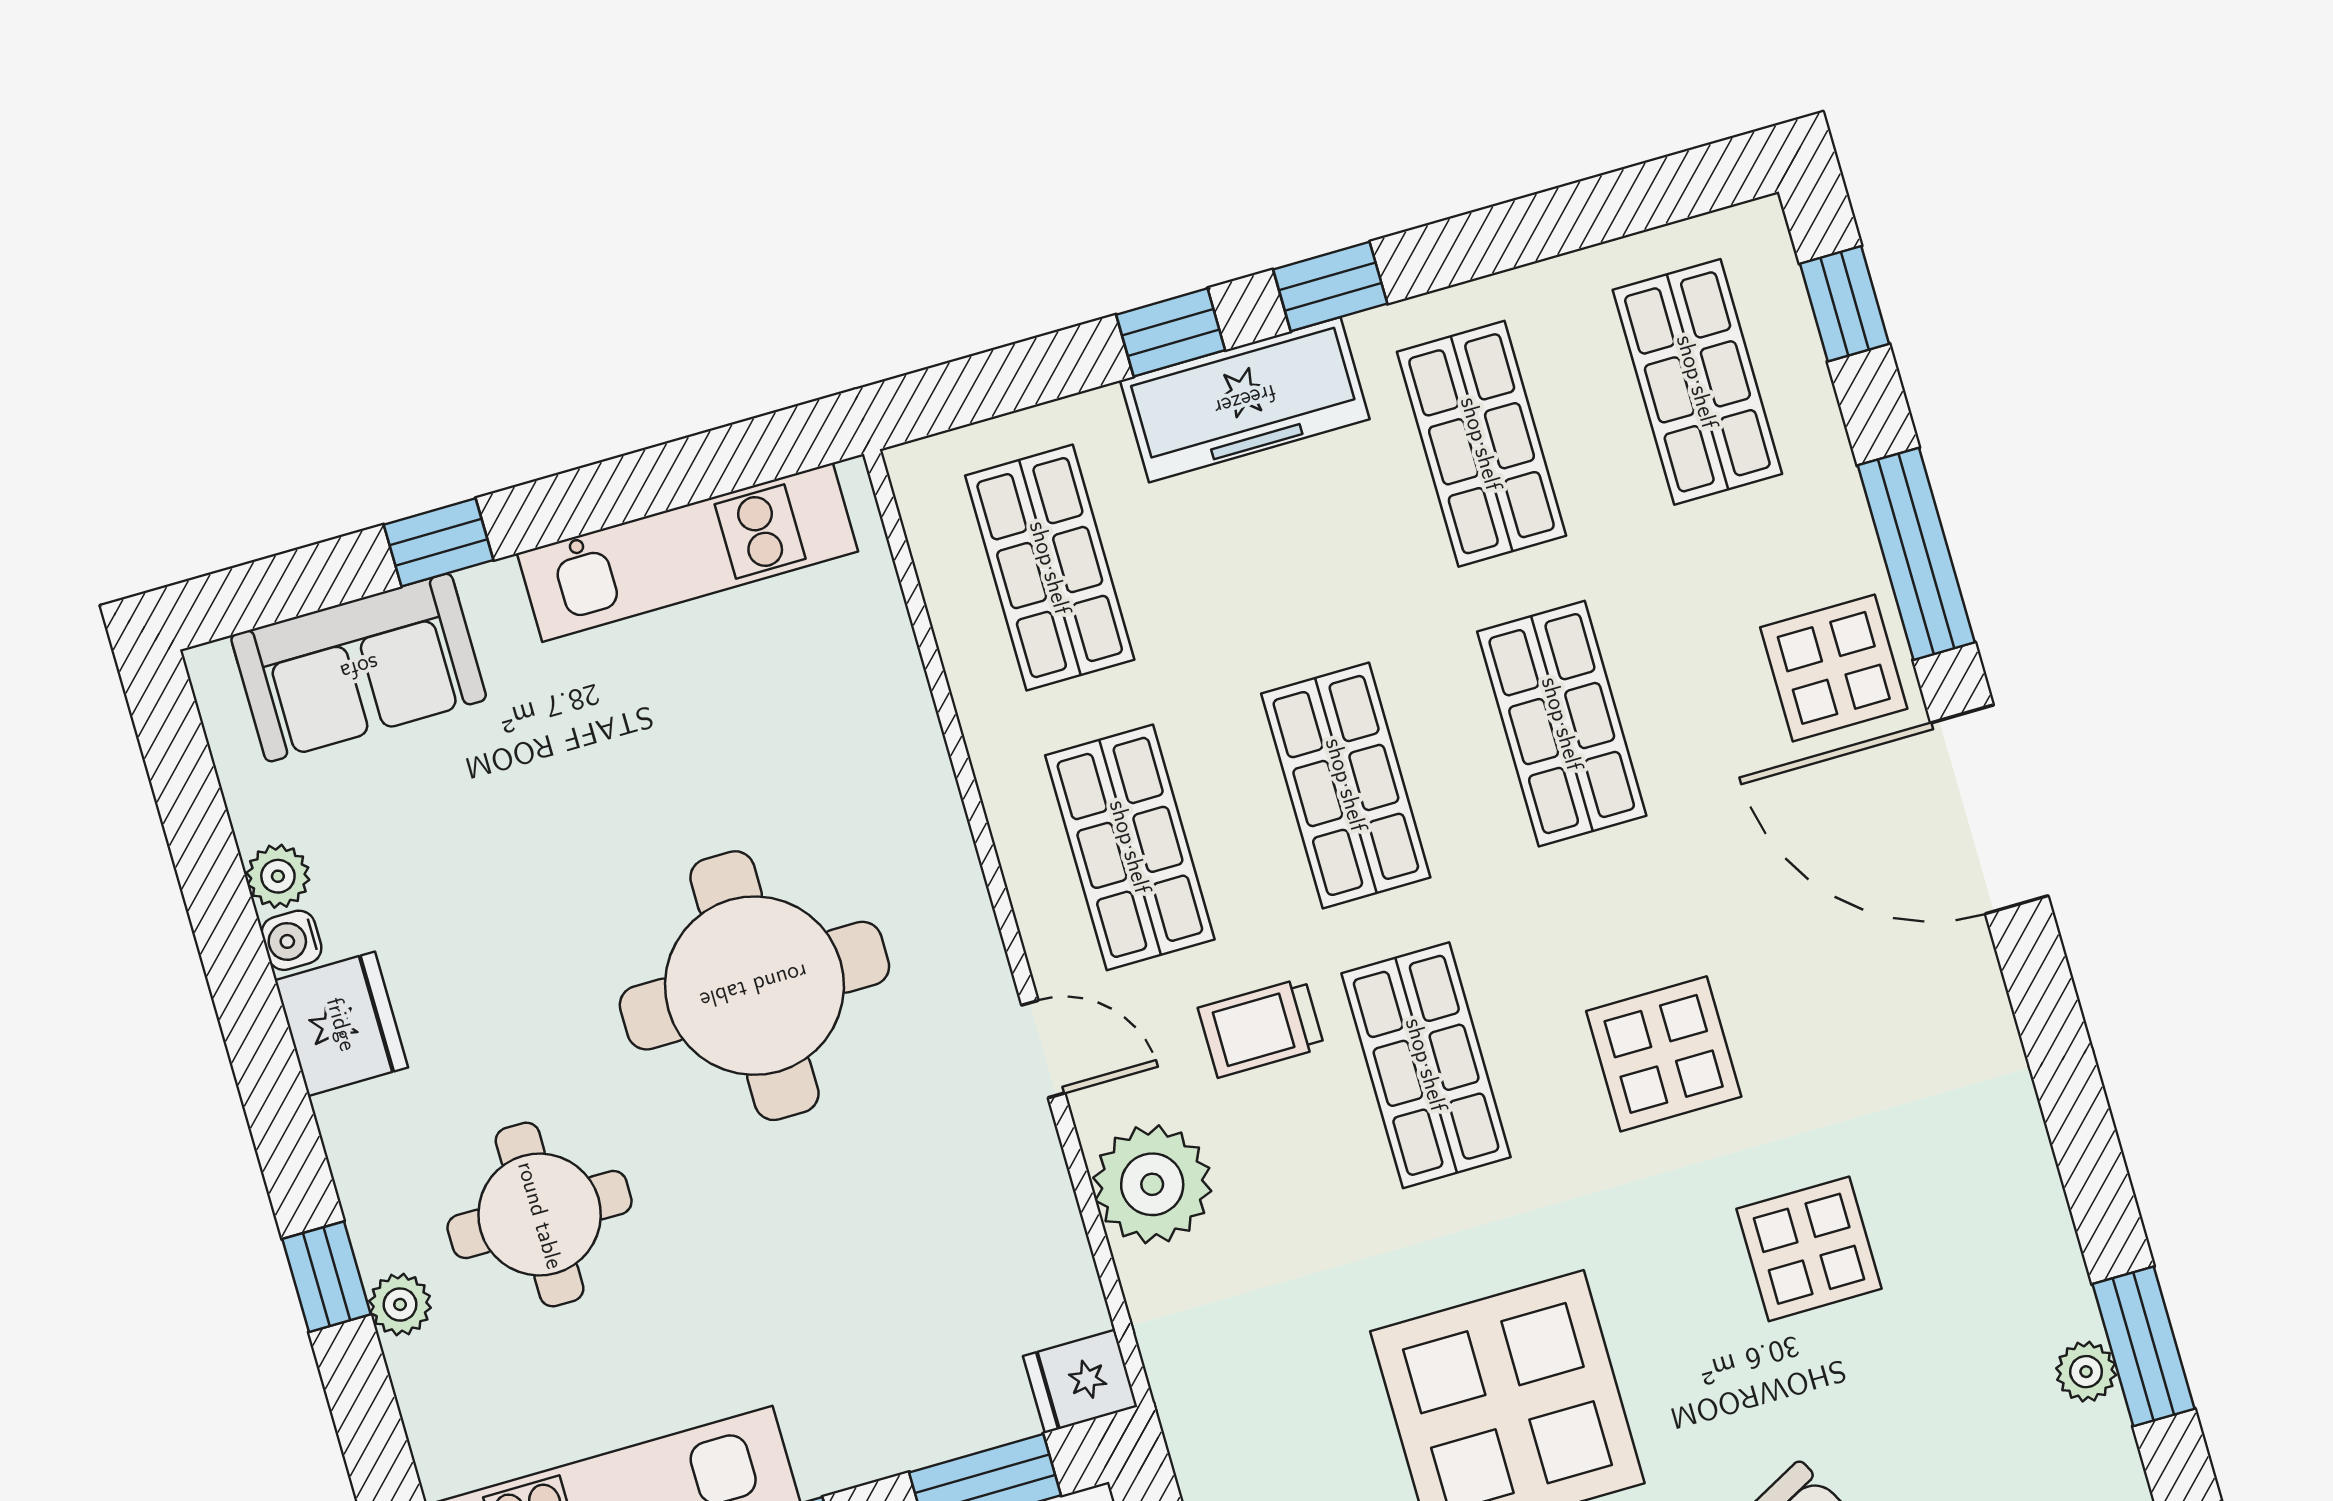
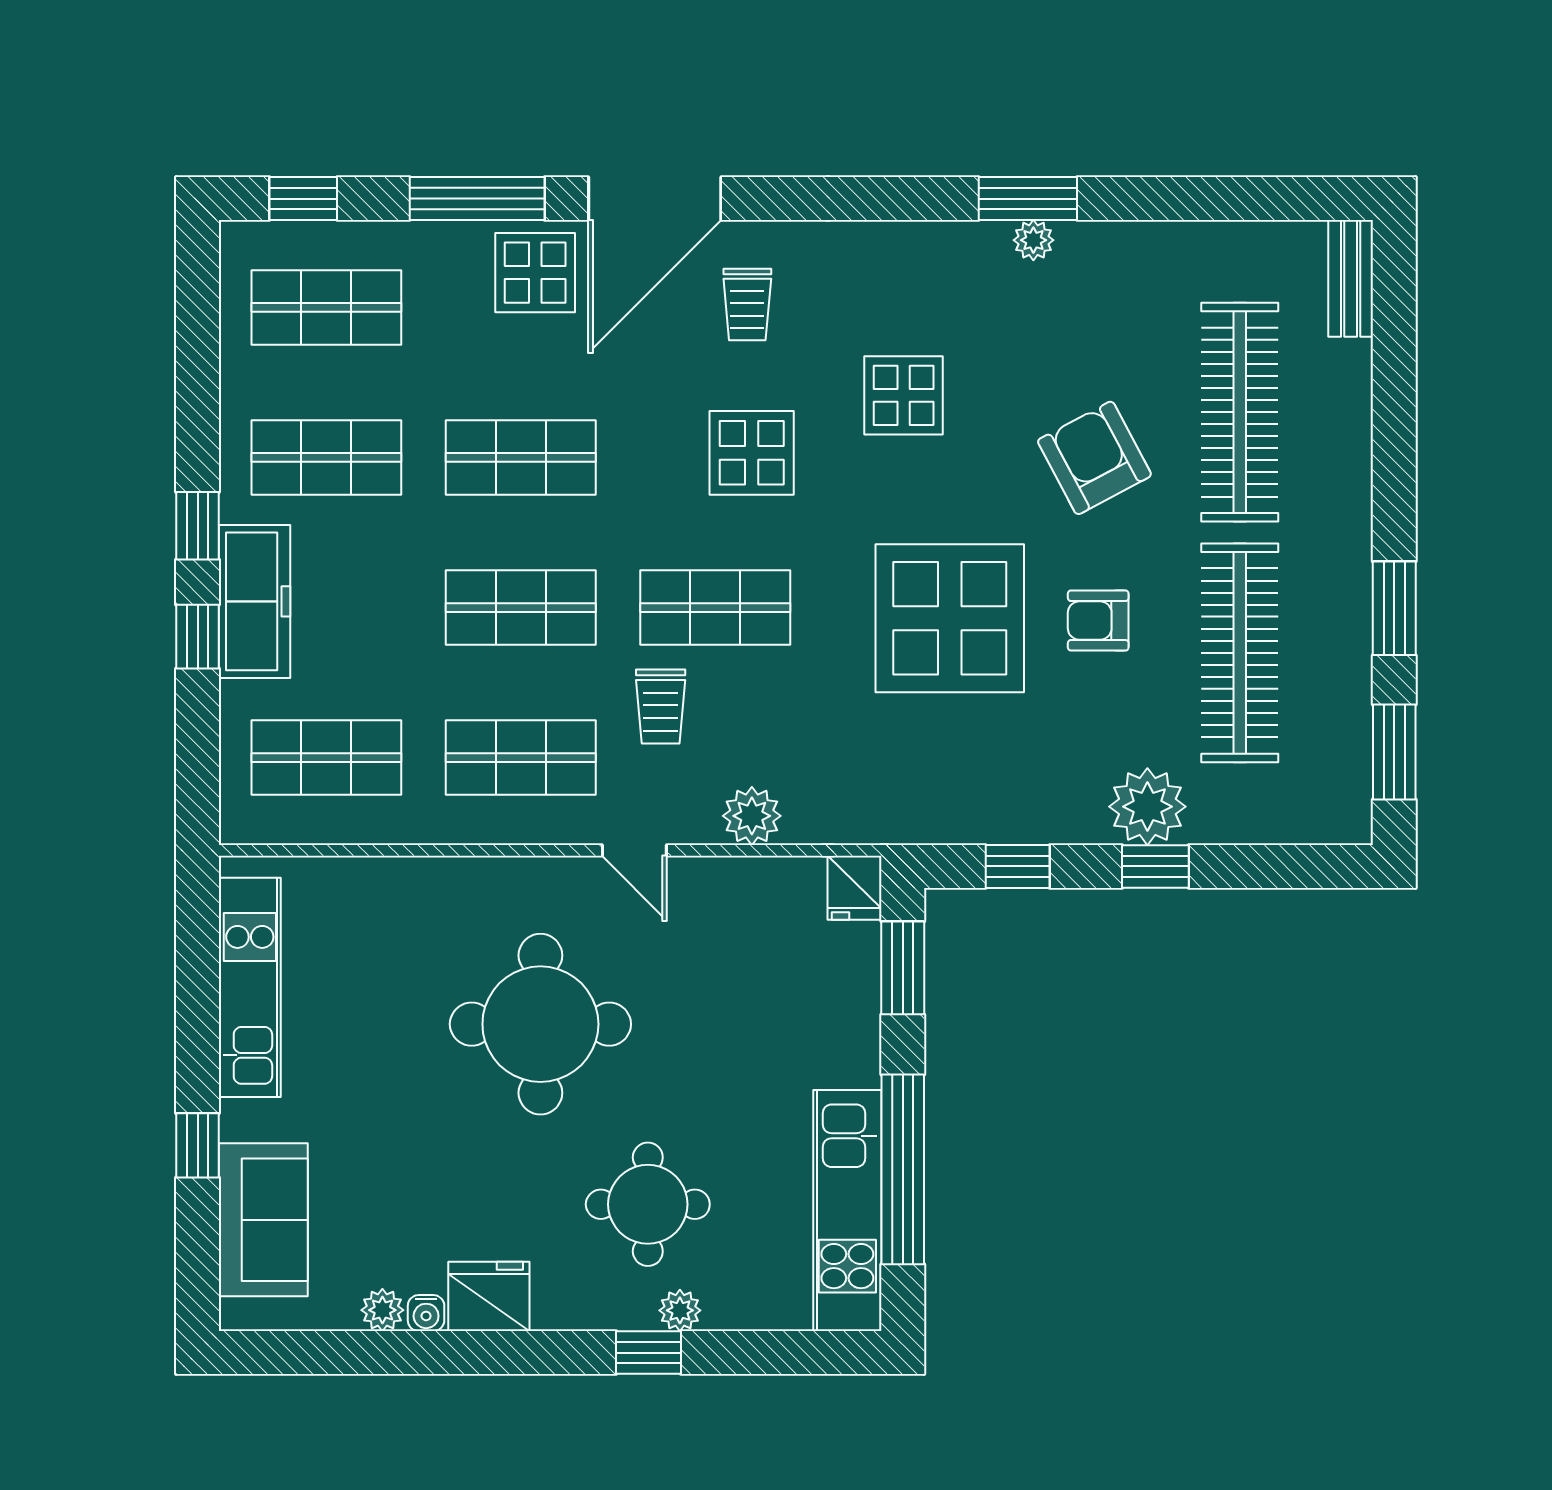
trolley: (1875, 986) -> (747, 305), added
door: (1043, 1049) -> (634, 850), swing flipped
plant: (1152, 1184) -> (752, 816), width x0.73, depth x0.73

